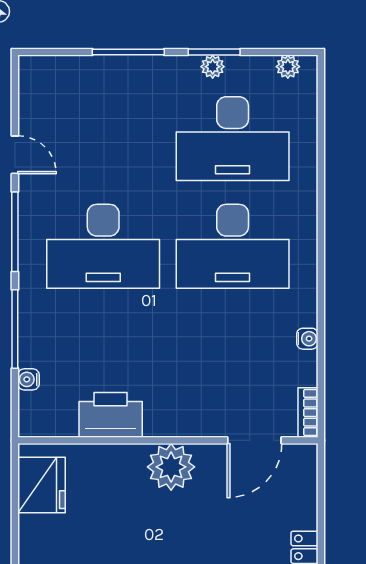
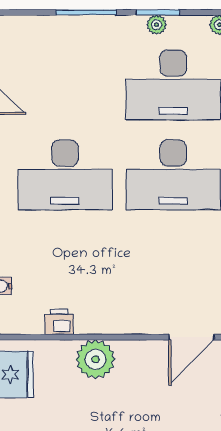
printer: (111, 415) -> (59, 322), width x0.53, depth x0.68
plant: (171, 467) -> (95, 359), moved

